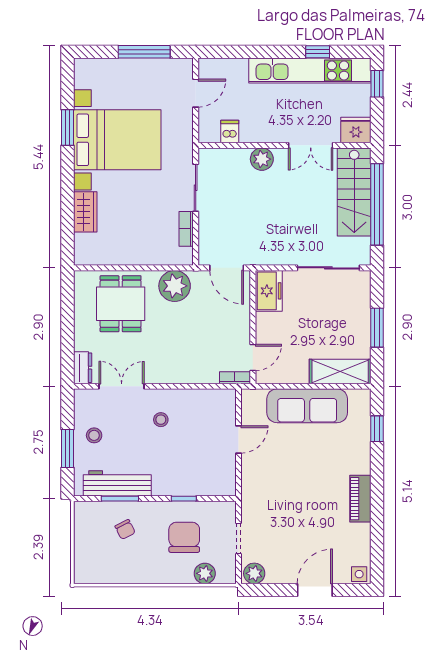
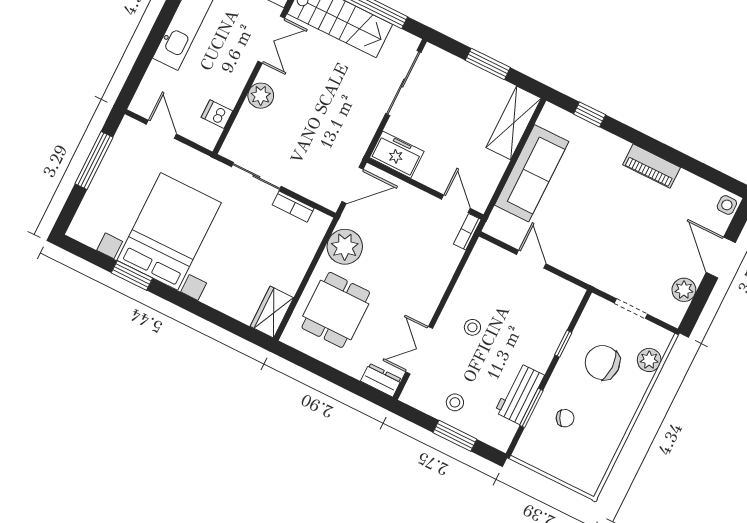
wardrobe: (85, 212) -> (272, 312), moved, turned -90
dining table: (121, 304) -> (336, 310), turned 90
workbench: (117, 483) -> (519, 394), width x0.73
plant: (254, 573) -> (684, 290), moved

